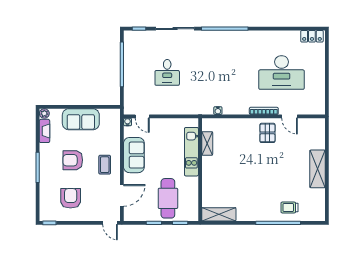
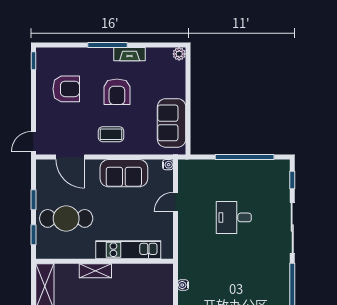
door: (142, 116) -> (175, 202), moved
sofa: (81, 119) -> (172, 123), moved
fireplace: (44, 131) -> (130, 54), moved
shelving: (207, 143) -> (95, 271), moved
armchair: (73, 160) -> (117, 92), turned 180

